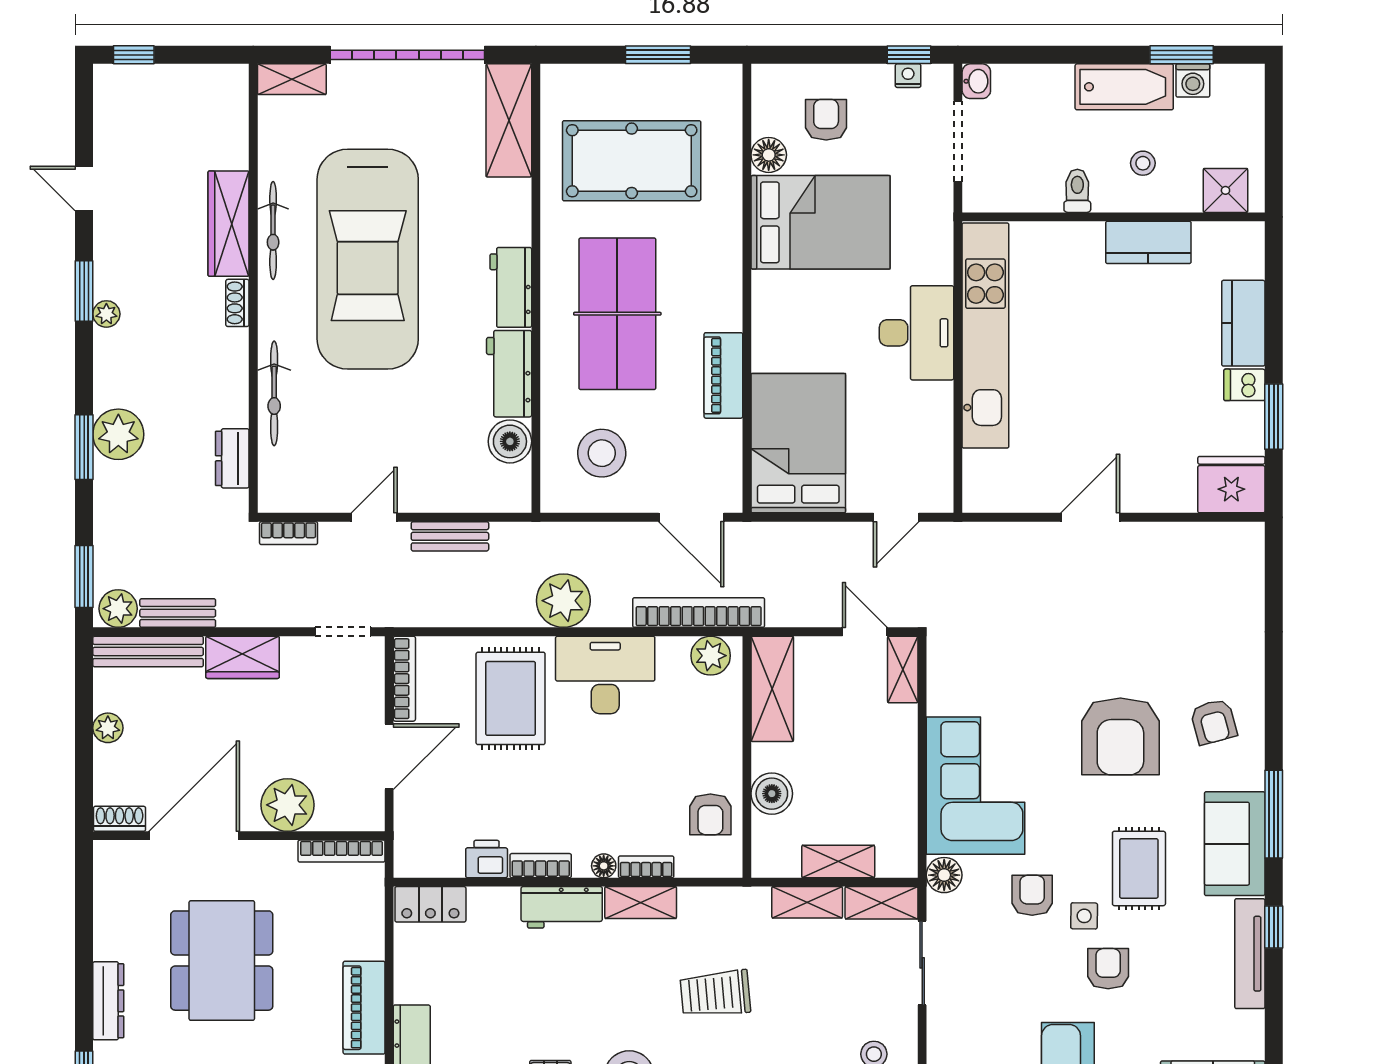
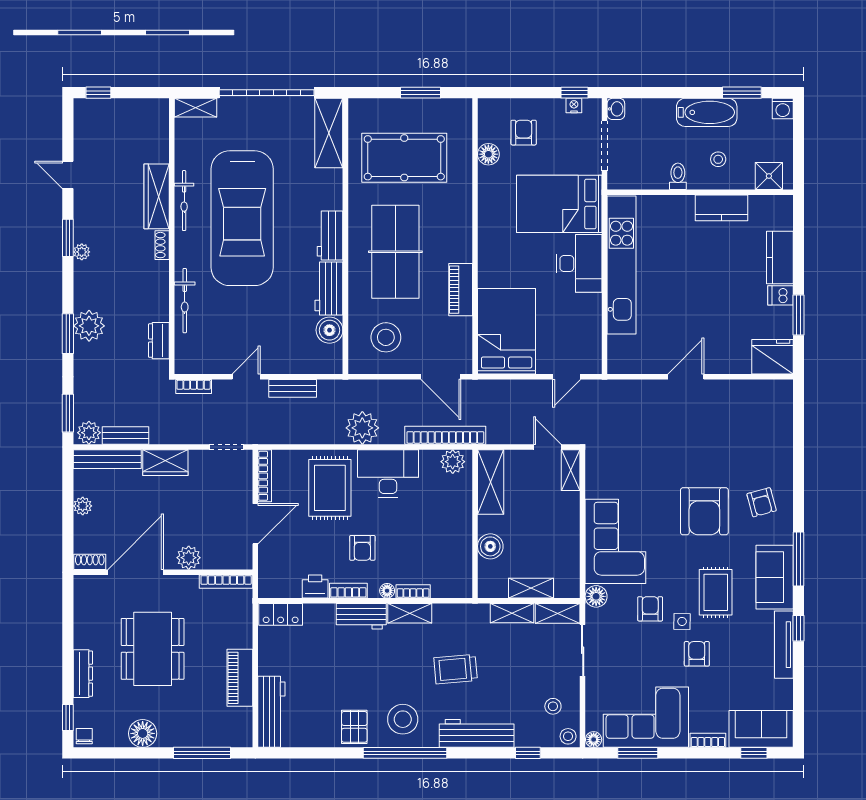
washing machine: (1193, 80) -> (783, 108), moved
bed: (821, 222) -> (559, 204), moved, turned 180
plant: (288, 805) -> (189, 558), width x0.73, depth x0.73
armchair: (710, 814) -> (362, 548), moved

